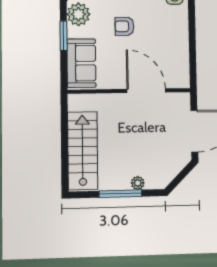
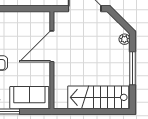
plant: (138, 183) -> (124, 39), moved

